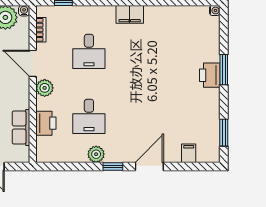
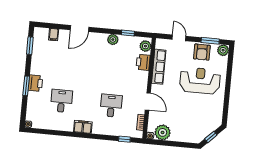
plant: (45, 88) -> (145, 46), moved
desk: (89, 116) -> (61, 101), moved
row of seats: (21, 127) -> (159, 67), width x1.48
window: (113, 166) -> (128, 33), moved

